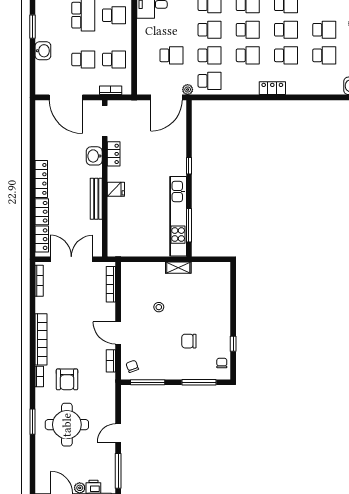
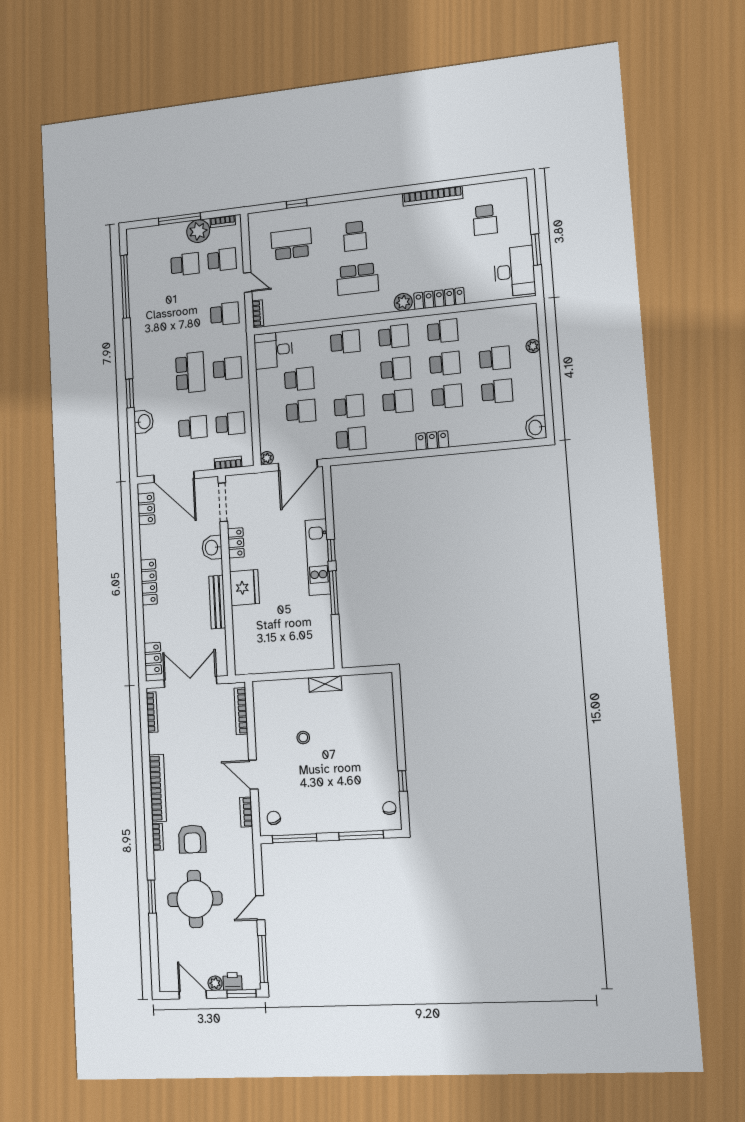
school desk: (210, 30) -> (299, 379), moved
plant: (188, 90) -> (267, 458), moved
fridge: (116, 189) -> (244, 588), width x1.88, depth x1.34
locker: (42, 212) -> (146, 509), moved
kitchen unit: (178, 216) -> (318, 557), moved, width x0.73
window: (189, 225) -> (334, 593), moved
chair: (189, 341) -> (345, 781), removed

